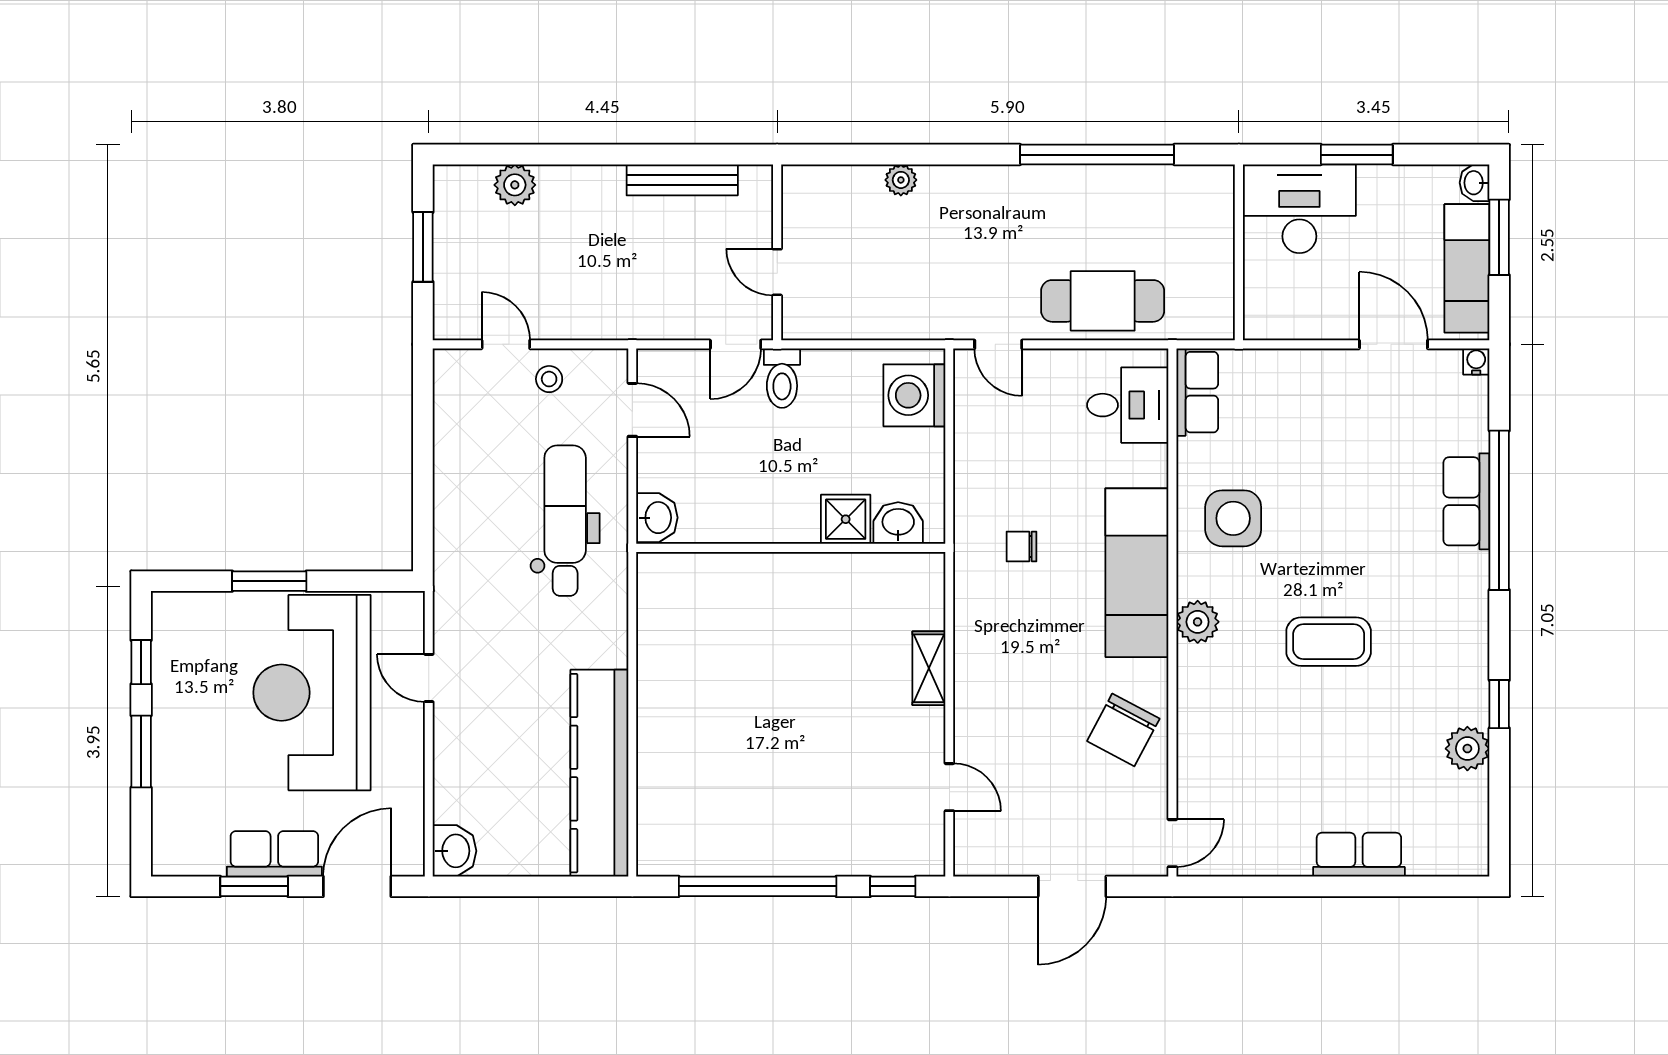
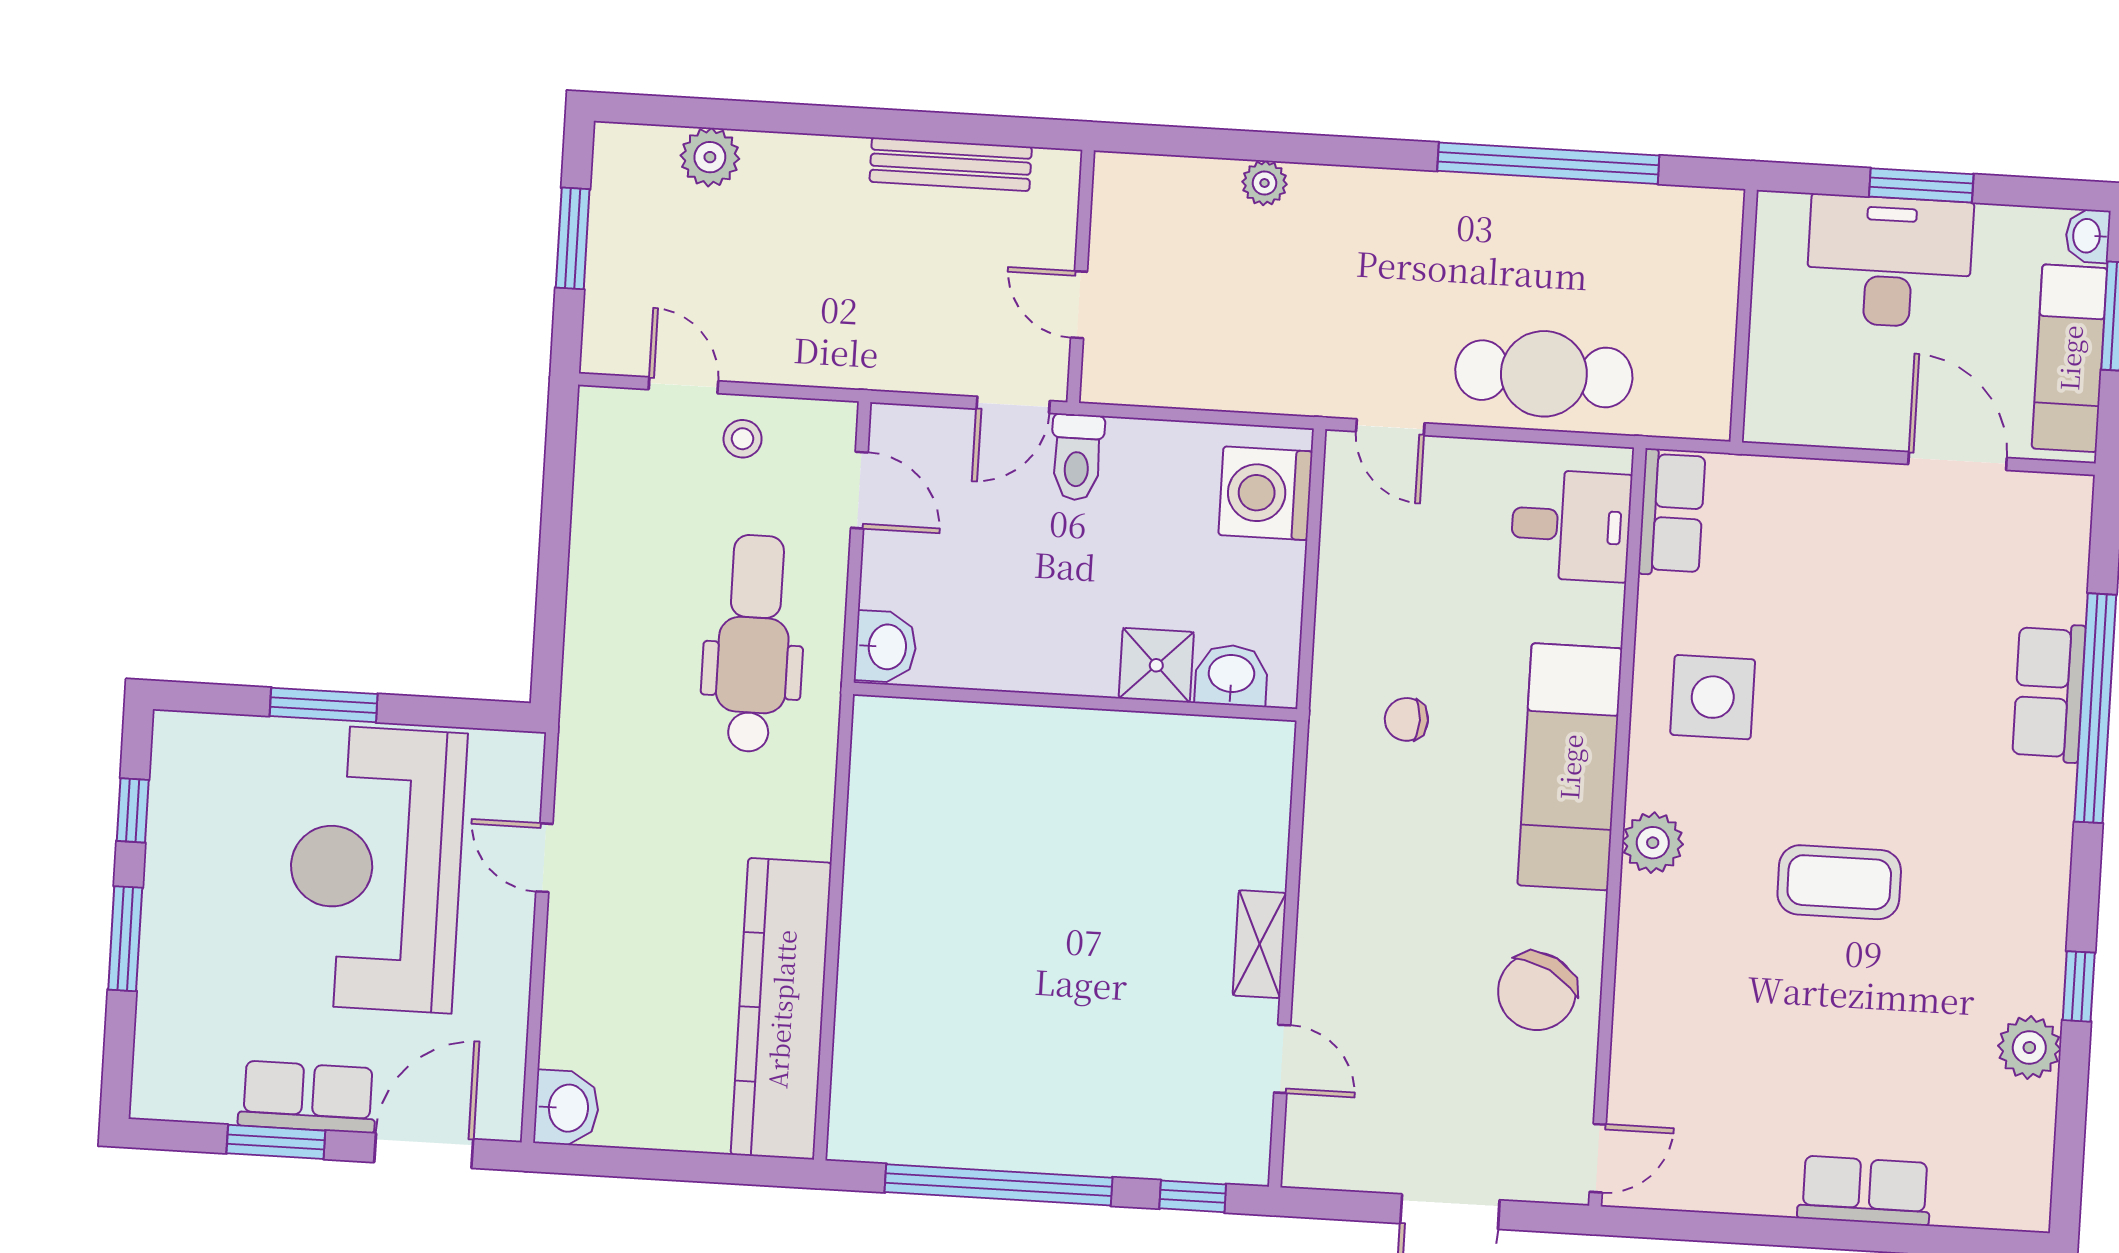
desk: (1299, 209) -> (1889, 262), moved
water cooler: (1476, 361) -> (2075, 493), removed
shelving: (929, 668) -> (1260, 944), moved

